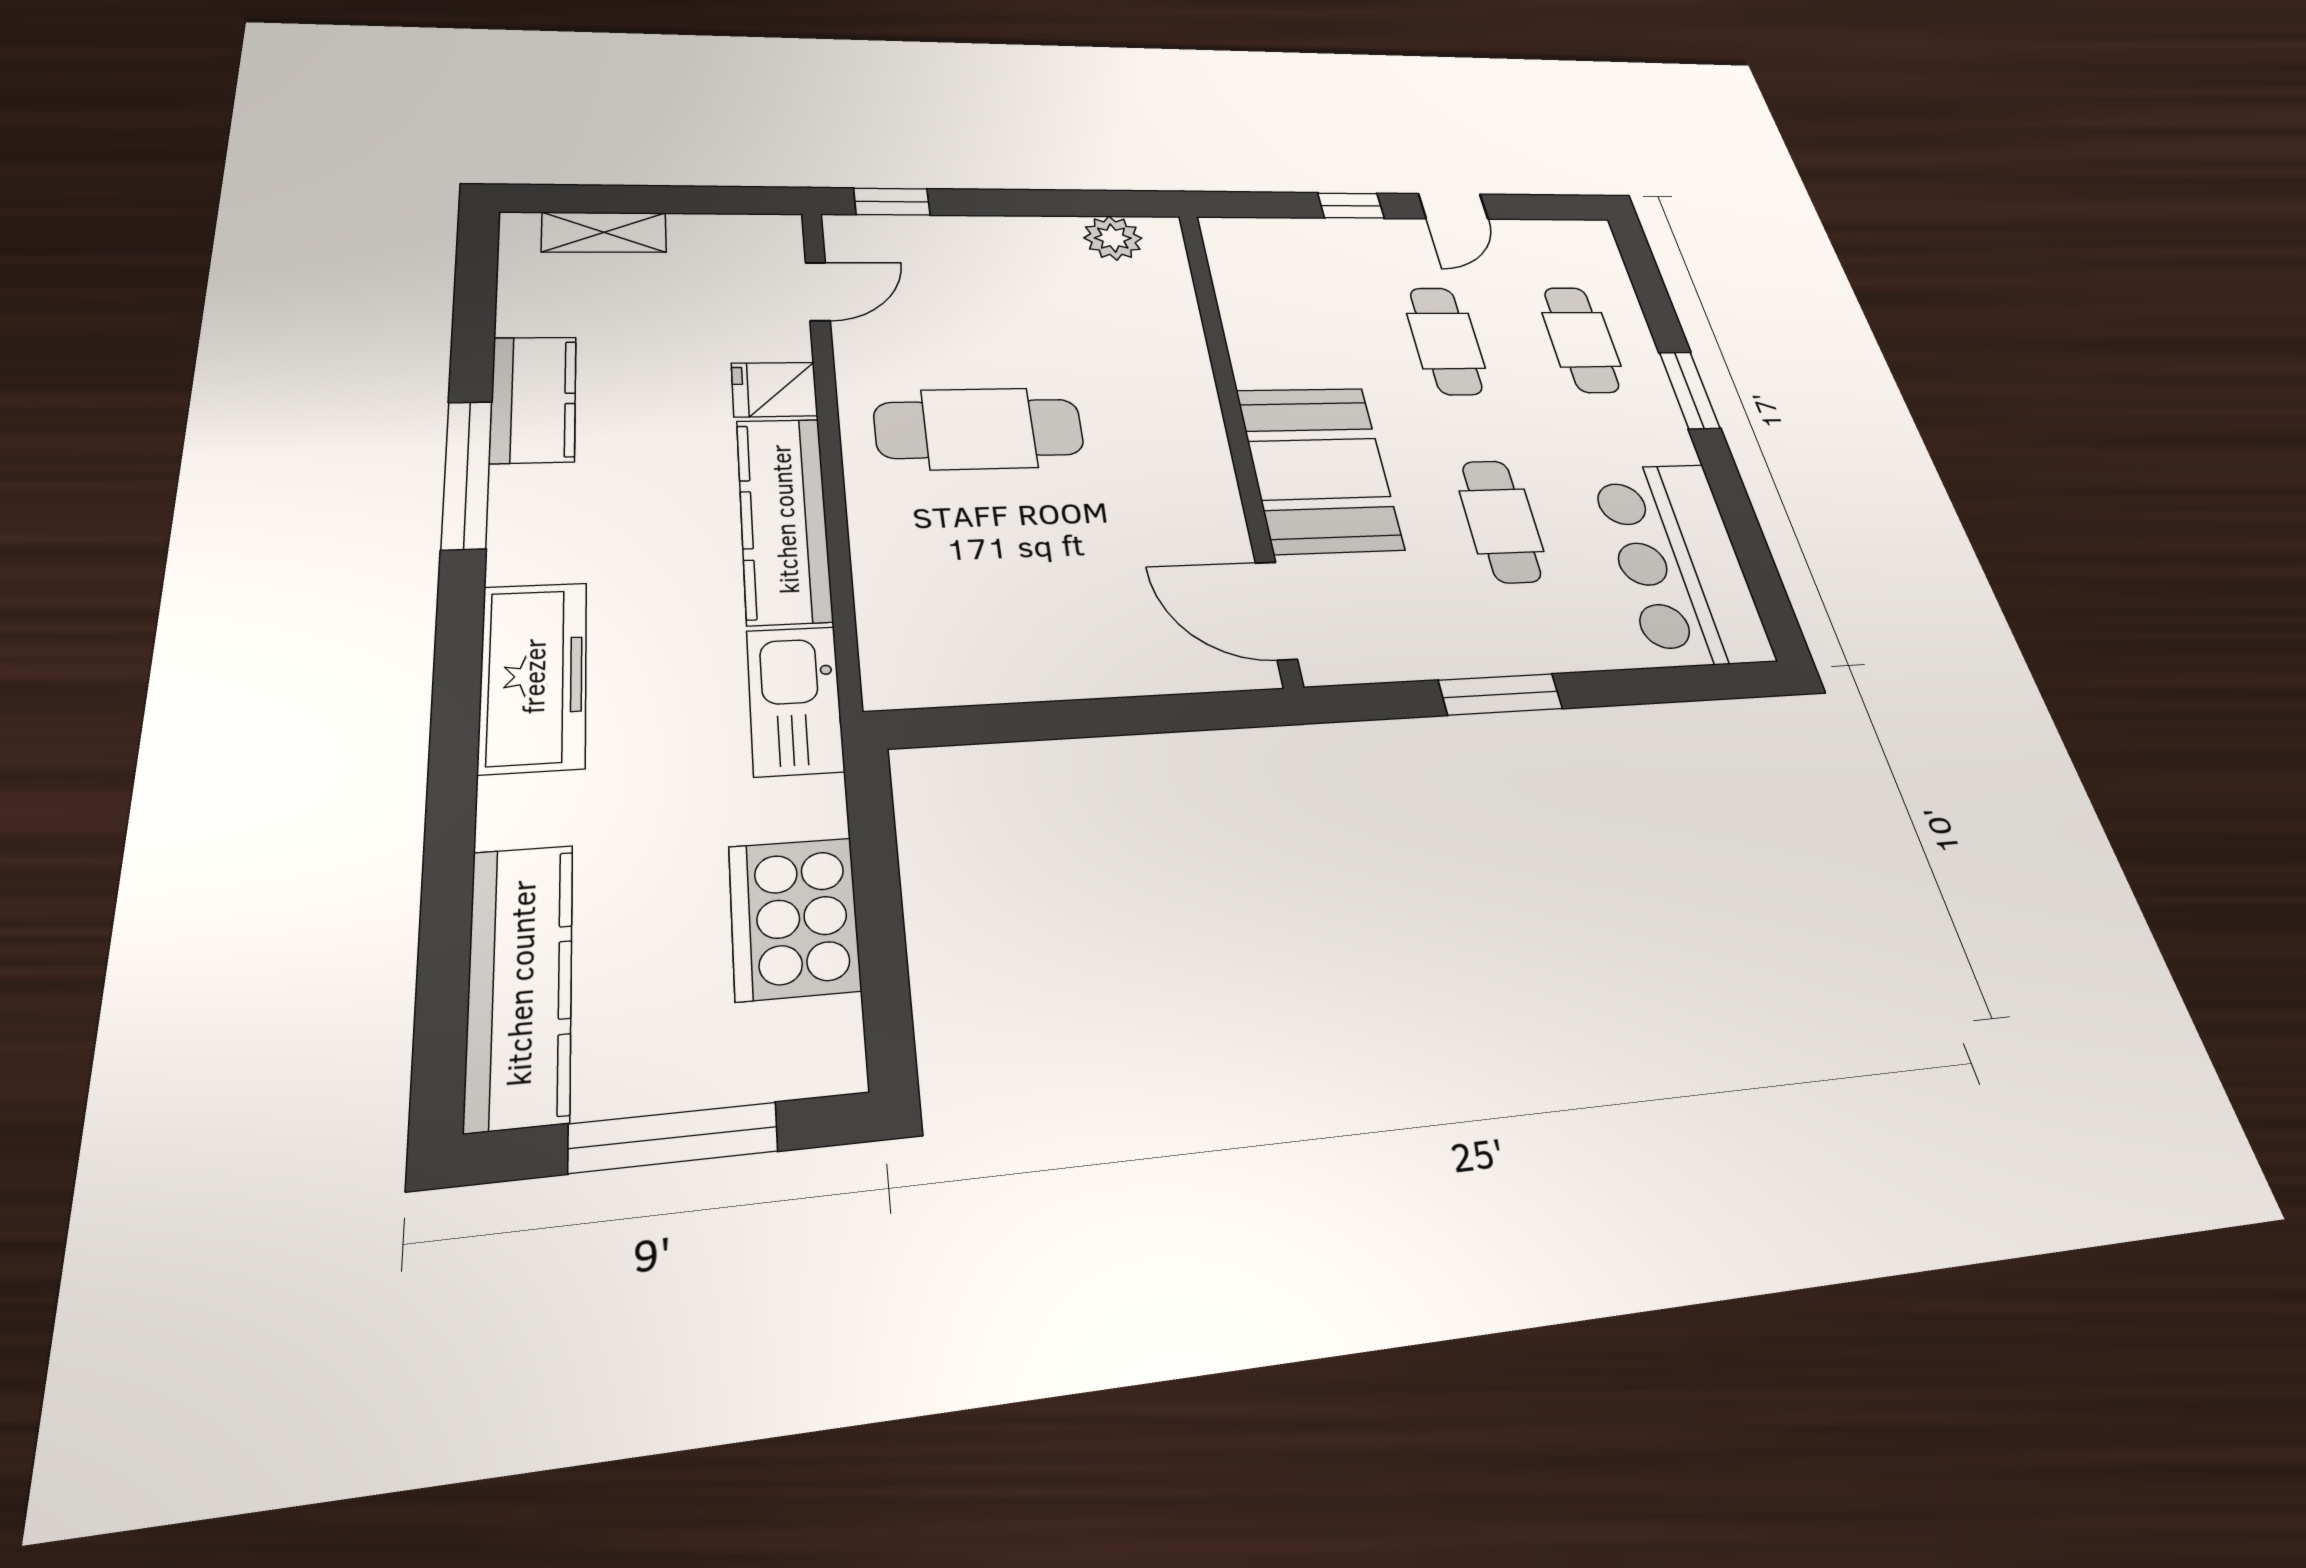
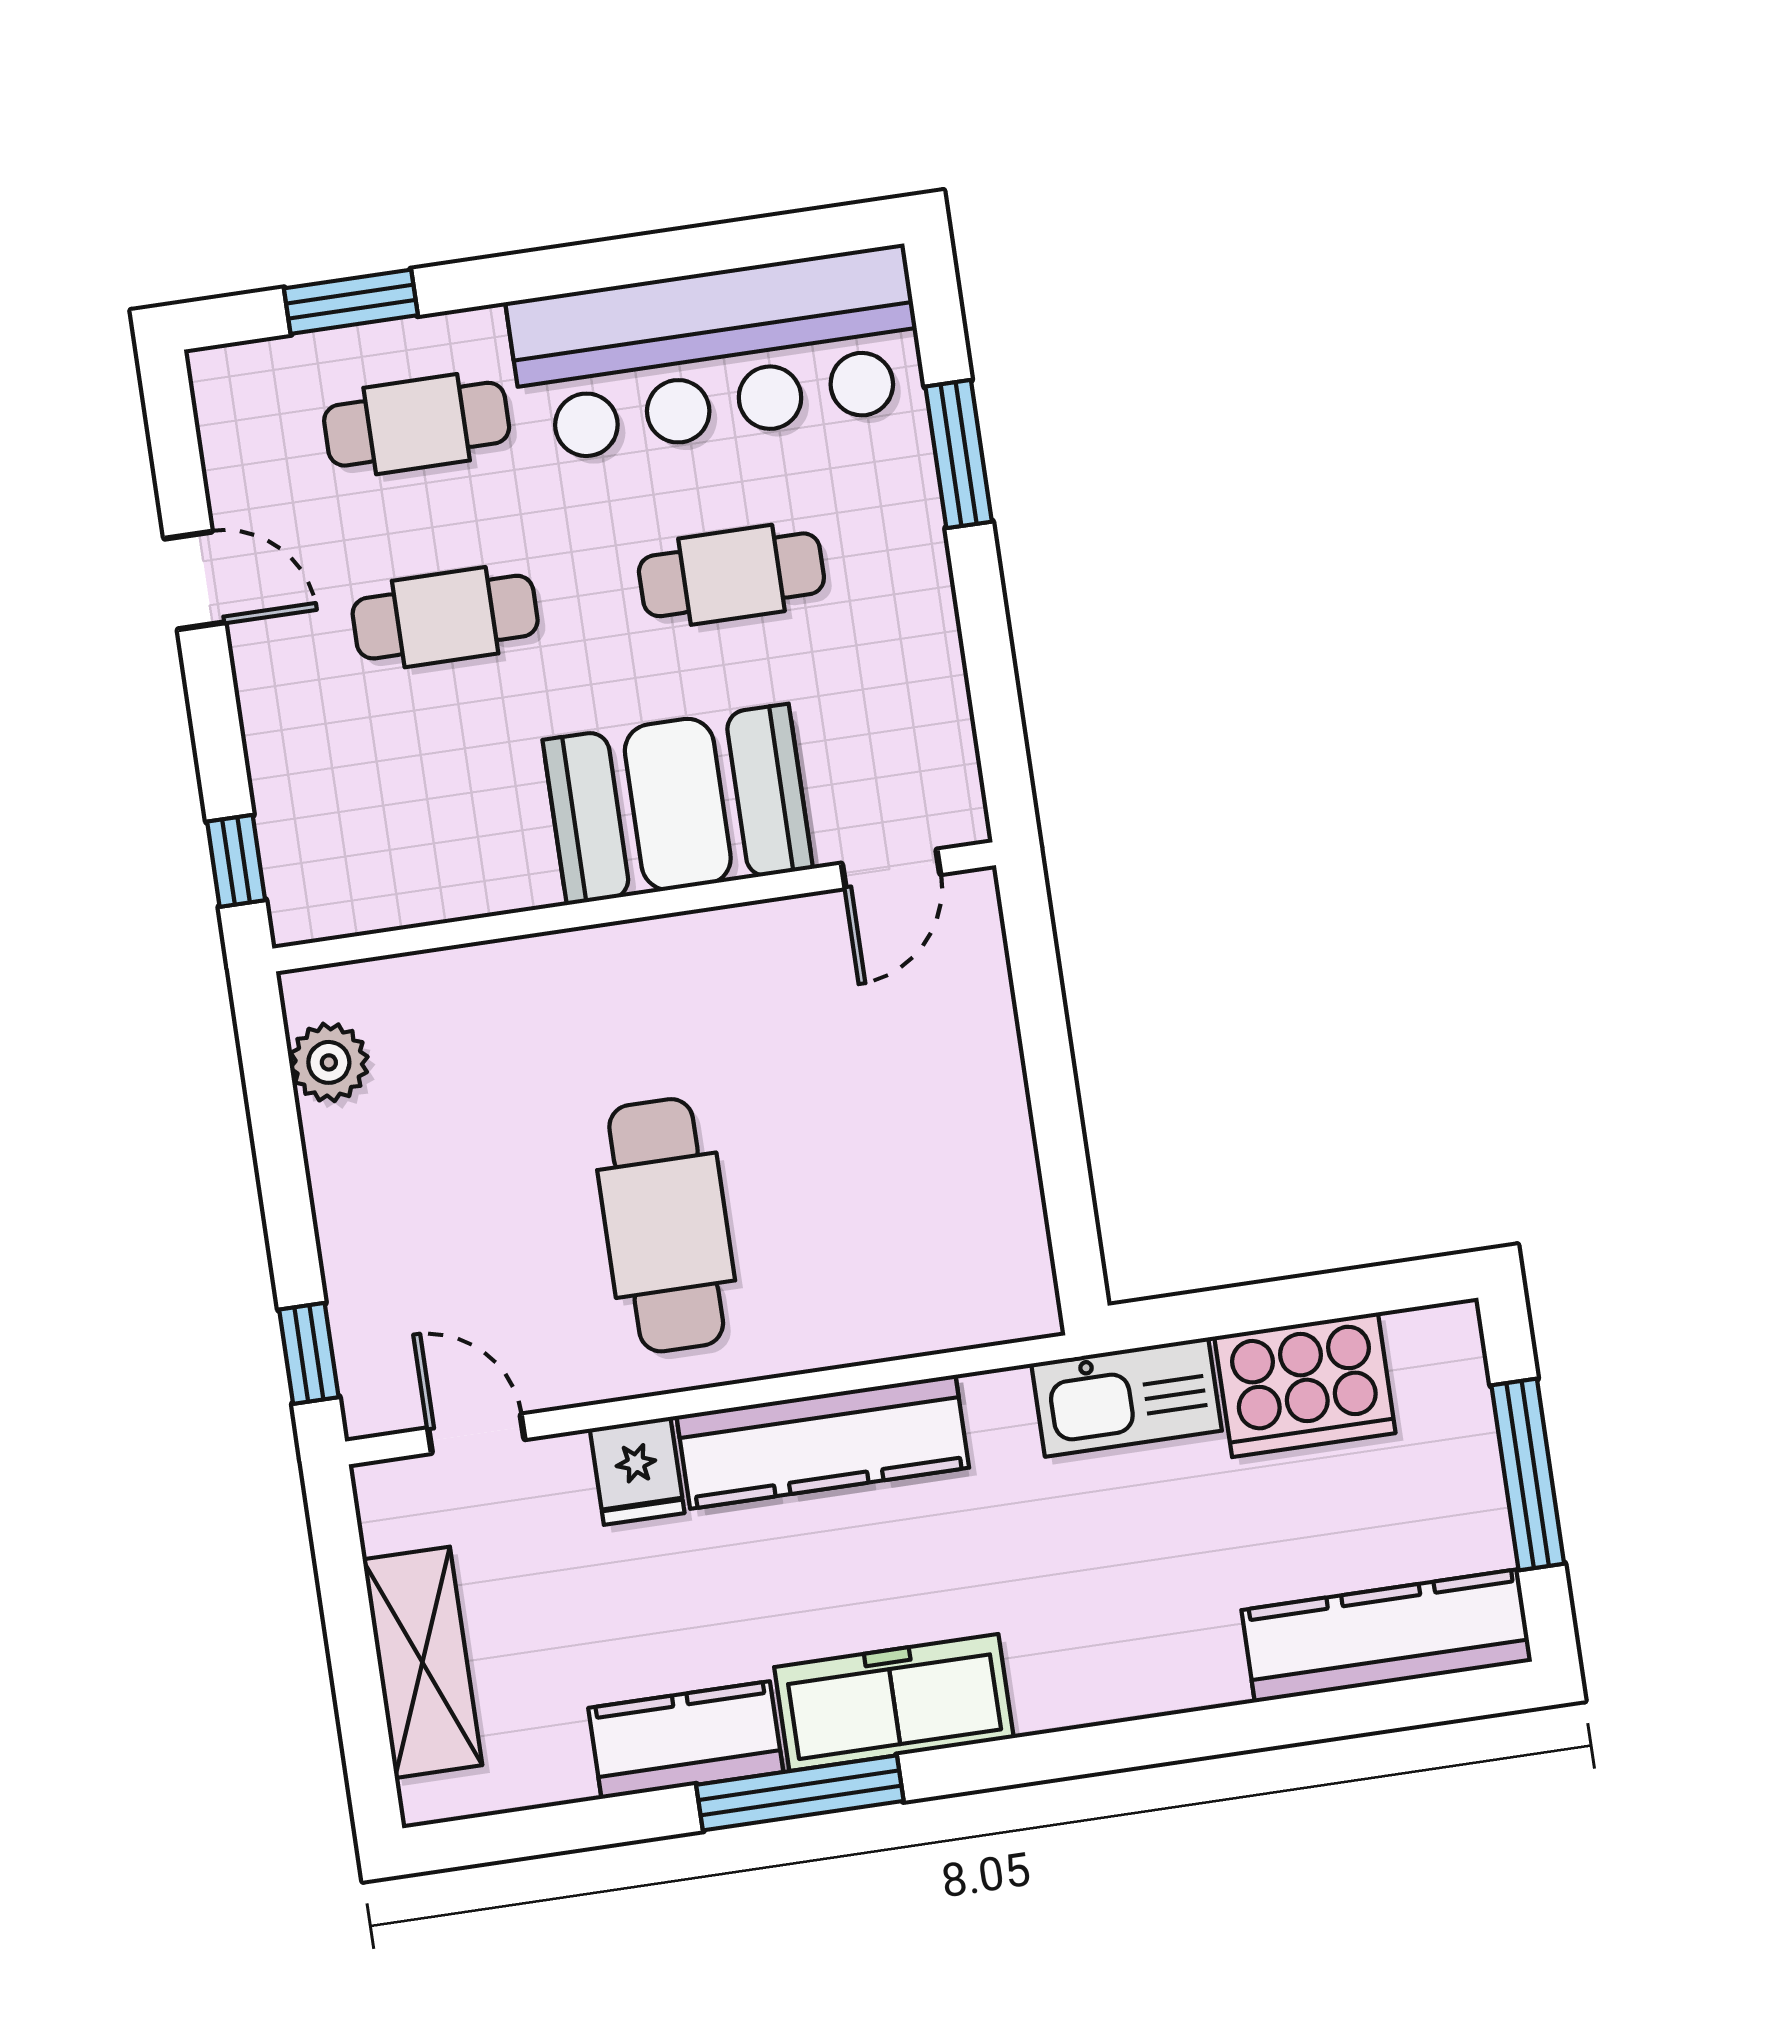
window: (1351, 206) -> (236, 861), moved
shelving: (604, 232) -> (422, 1662), width x1.50, depth x1.33
window: (1690, 390) -> (351, 302), moved
bar counter: (1680, 563) -> (717, 354), width x1.36
door: (1276, 610) -> (891, 869), width x0.73
freezer: (533, 676) -> (894, 1703), moved
window: (1500, 694) -> (959, 454), moved
kitchen sink: (795, 700) -> (1127, 1397), moved

